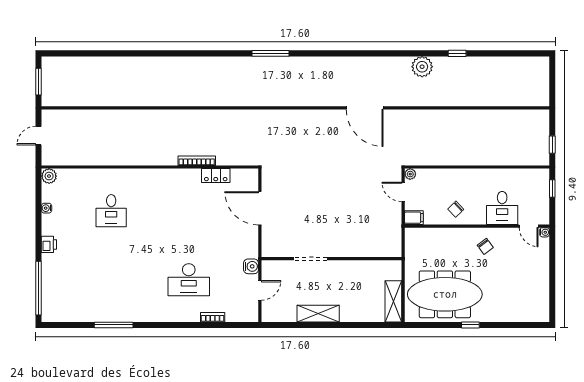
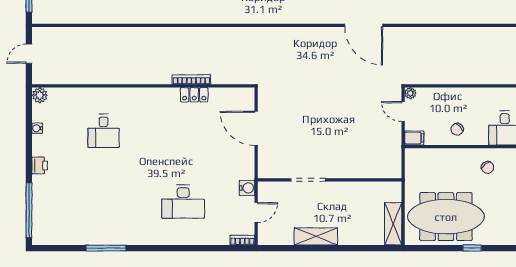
locker: (216, 176) -> (194, 95), moved
bookcase: (213, 317) -> (242, 240), moved

